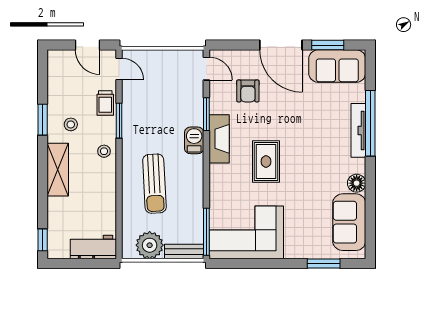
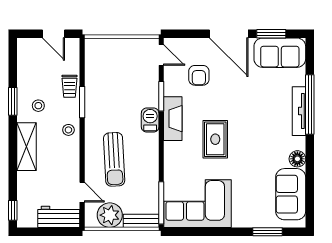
door: (119, 69) -> (82, 192), moved

